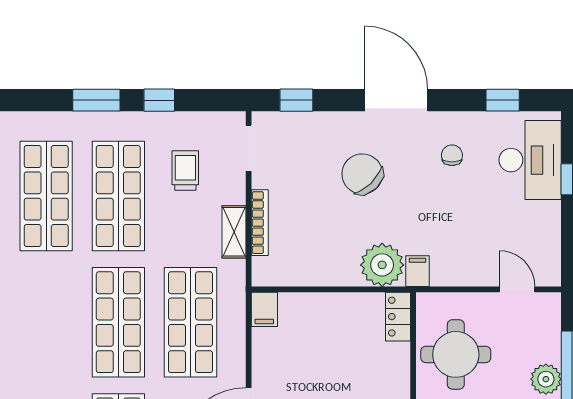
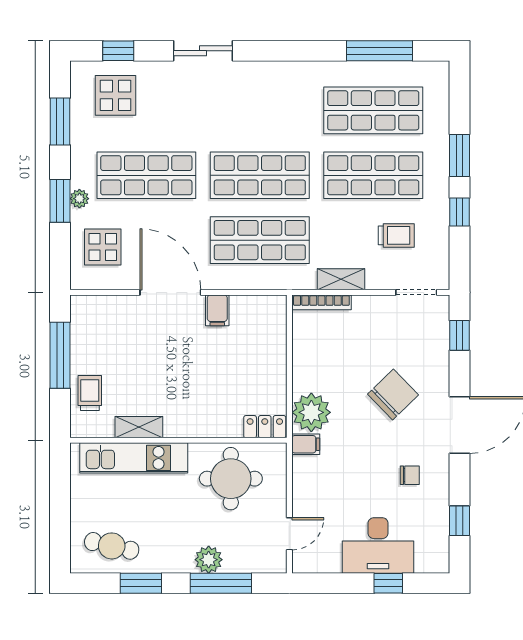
desk: (530, 160) -> (378, 545), moved
bookcase: (260, 223) -> (321, 302), moved
filing cabinet: (264, 309) -> (217, 310), moved, turned -90

